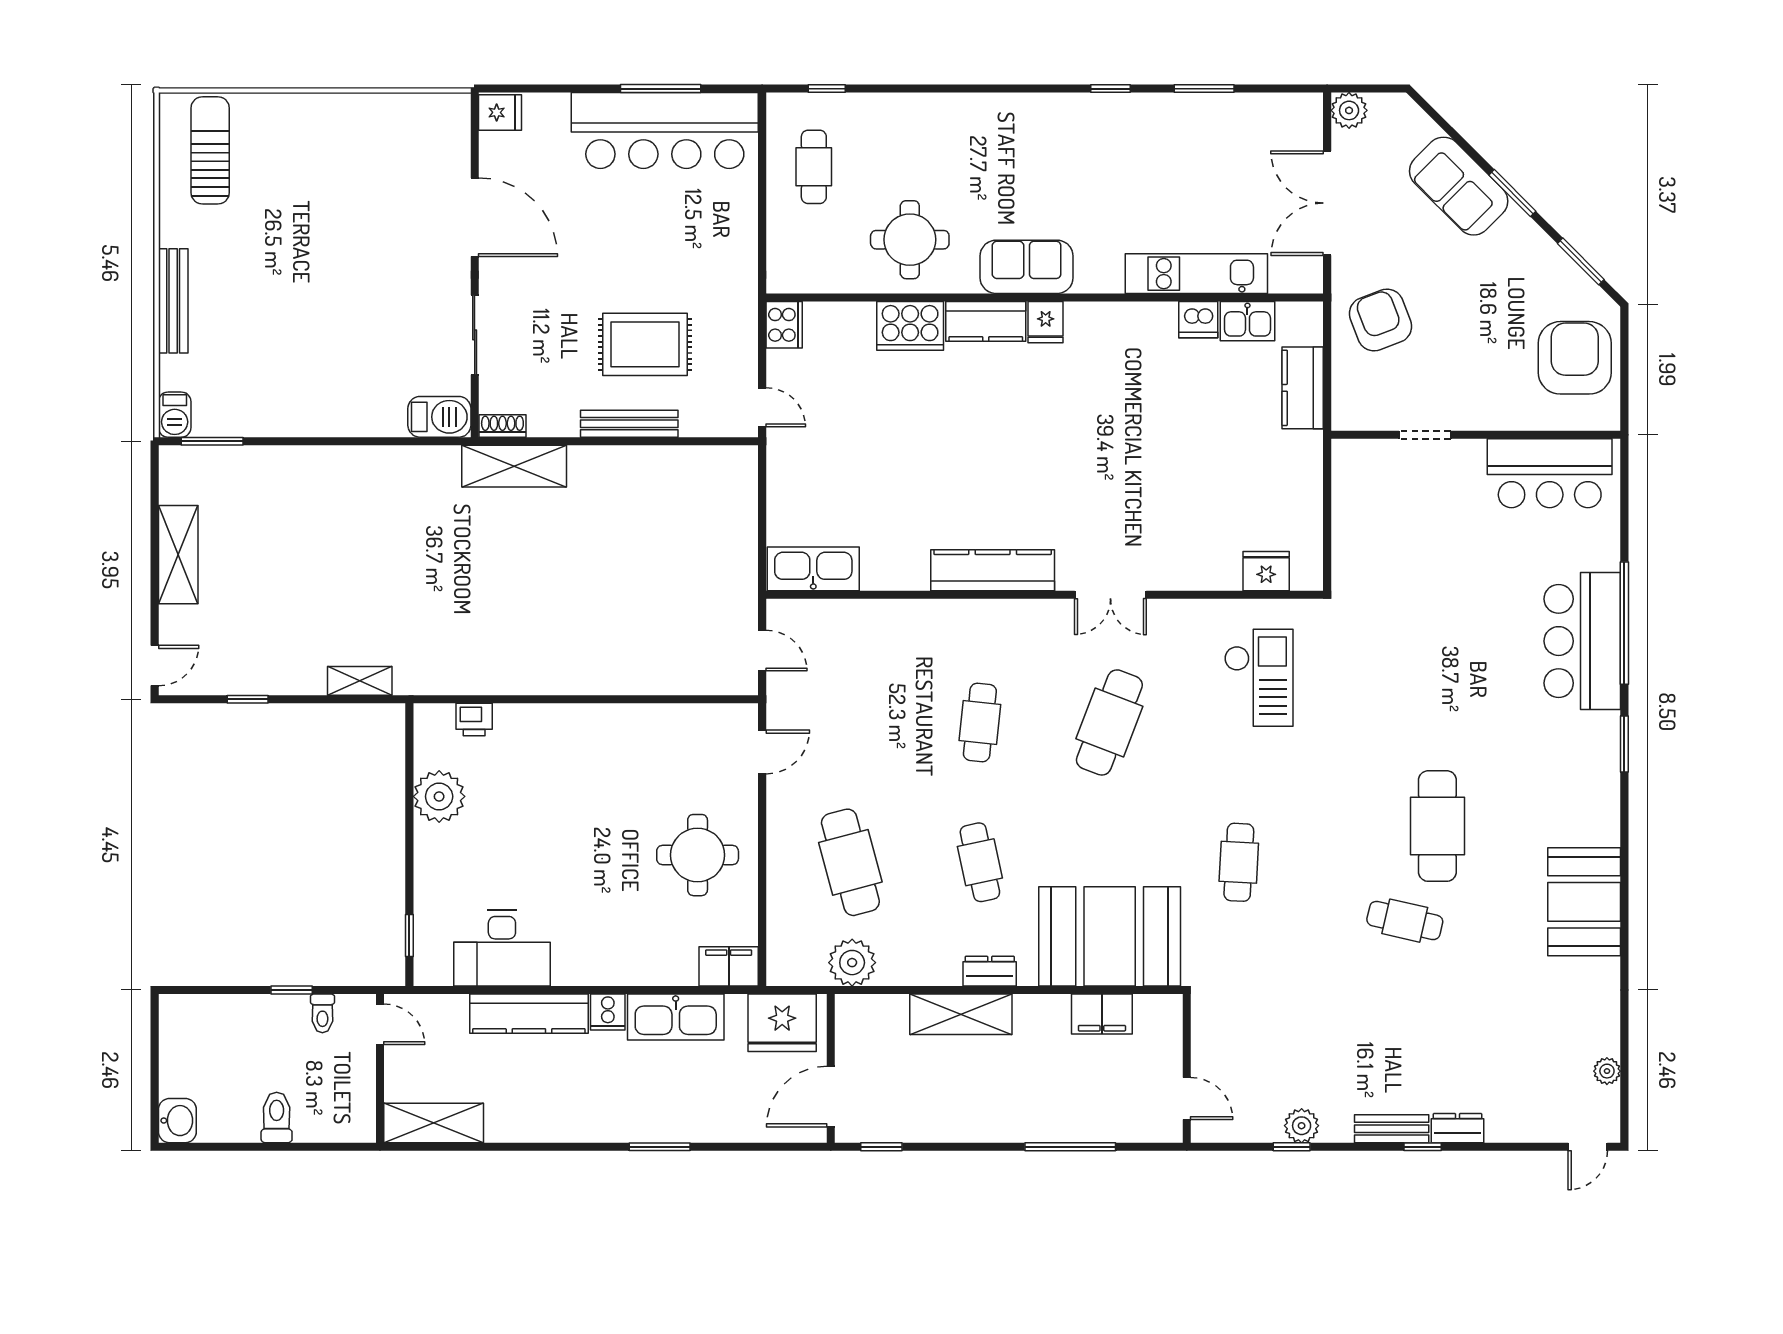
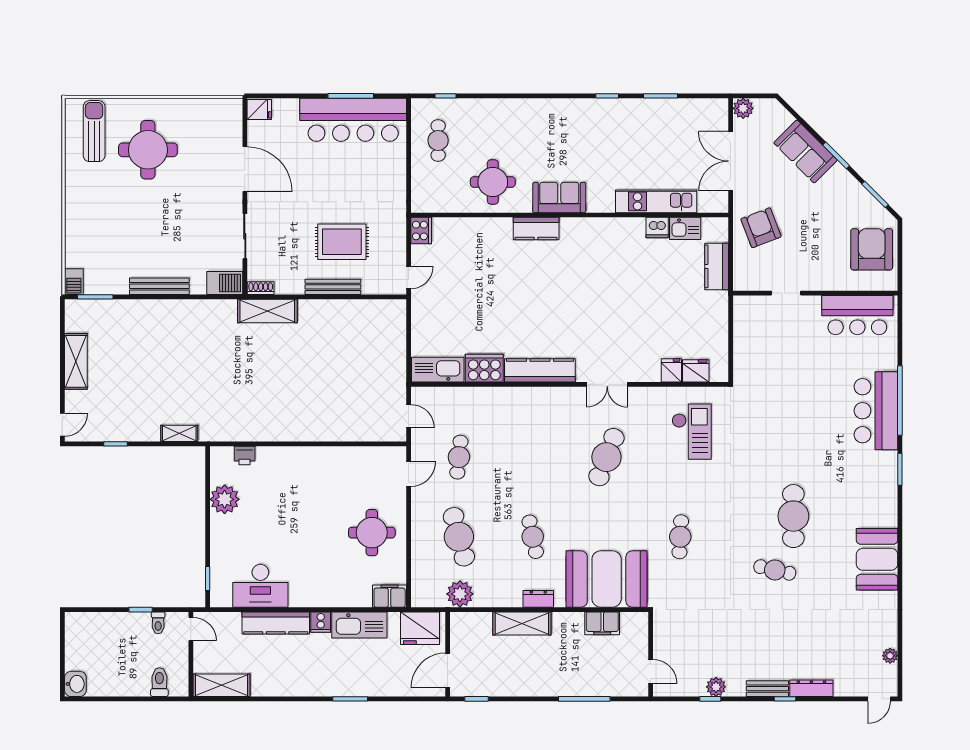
round table: (305, 183) -> (148, 150), added
bench: (173, 301) -> (159, 286), moved, turned 90
fridge: (1046, 322) -> (671, 370), moved, turned 180
cooker: (910, 326) -> (484, 368), moved, turned 180
door: (762, 407) -> (409, 277), hinge flipped
cafe table: (980, 722) -> (459, 457), moved
toilet: (277, 1117) -> (159, 682), moved
dresser: (1458, 1128) -> (811, 688), width x1.44

